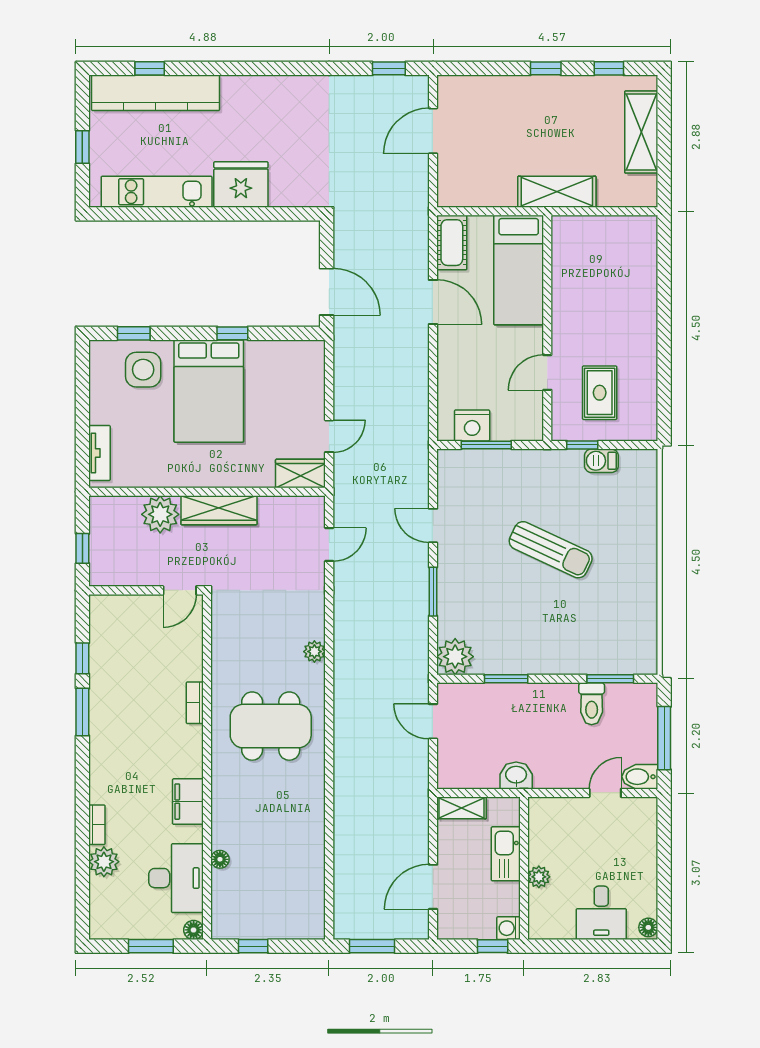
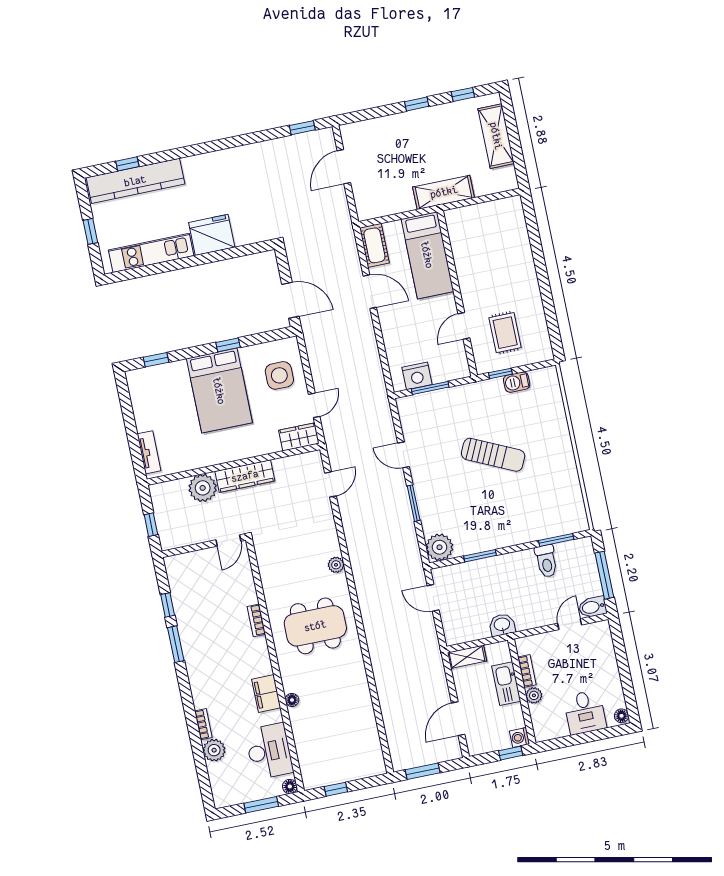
side table: (143, 370) -> (279, 375), moved
bookcase: (536, 843) -> (527, 671), added
floor lamp: (220, 859) -> (292, 700), moved

